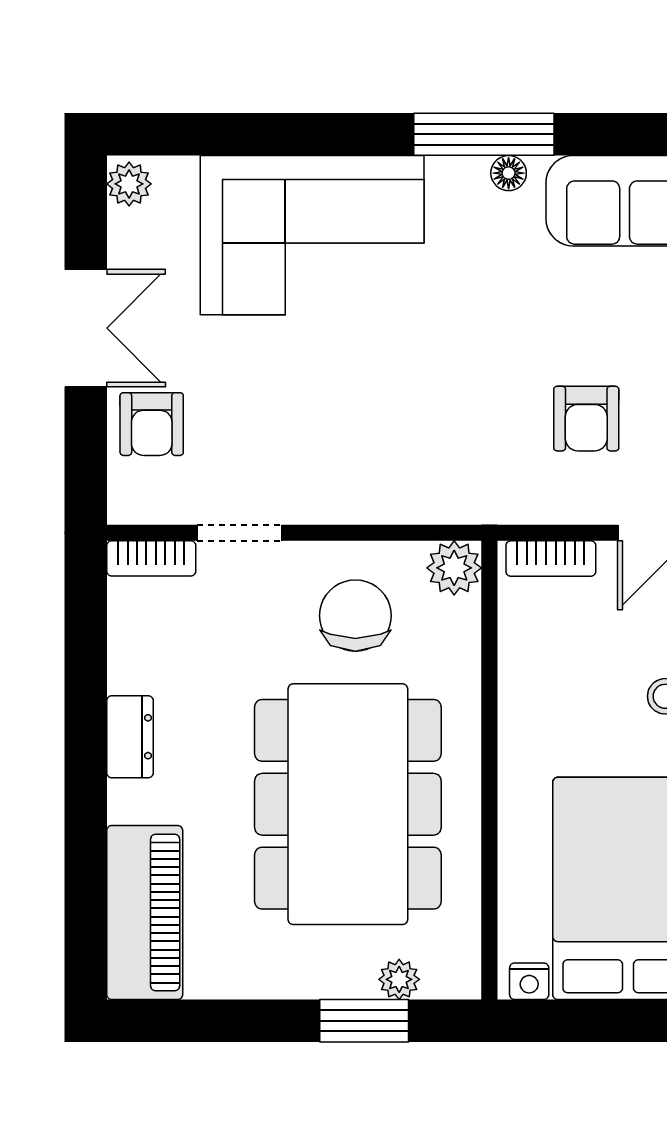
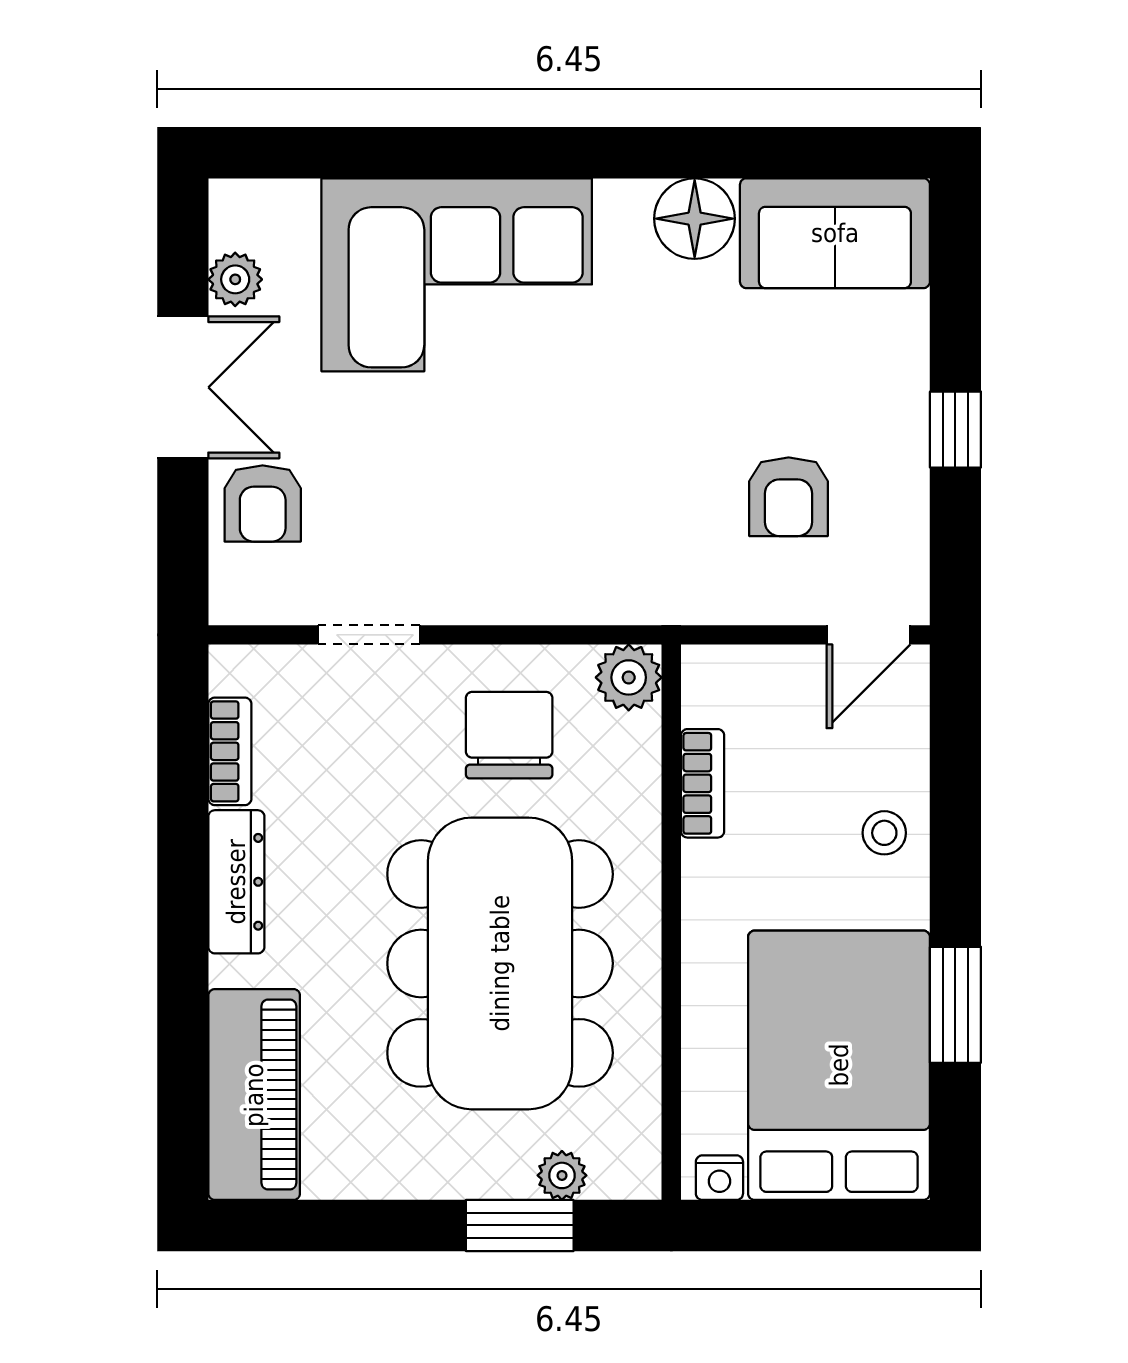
window: (484, 134) -> (665, 153), removed
floor lamp: (509, 173) -> (695, 219), width x1.89, depth x1.89
plant: (129, 184) -> (235, 279), moved
bookcase: (151, 558) -> (230, 751), moved, turned -90
bookcase: (551, 559) -> (703, 783), moved, turned -90
dresser: (130, 737) -> (236, 882), width x1.44

